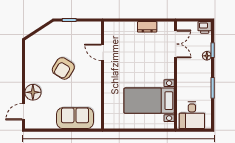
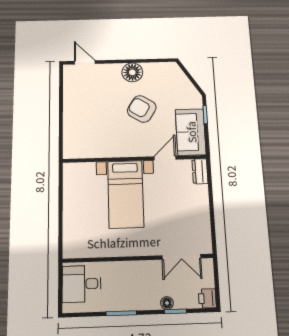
dresser: (147, 27) -> (200, 171), moved
floor lamp: (33, 92) -> (132, 72), moved
bed with nightstands: (149, 101) -> (126, 194), moved, turned 180
sofa: (75, 118) -> (191, 132), moved, turned 180

